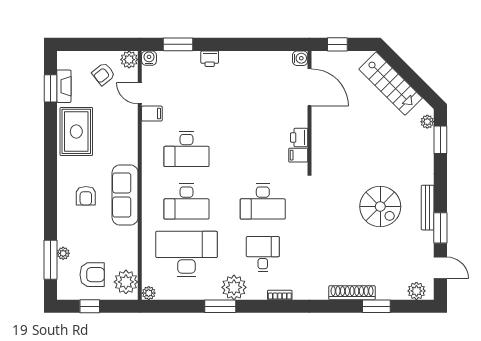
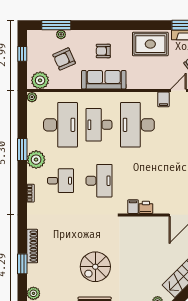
desk: (186, 149) -> (137, 125), width x1.36, depth x1.30
desk: (263, 202) -> (99, 181), turned 180
armchair: (92, 275) -> (64, 59), moved, turned 66

